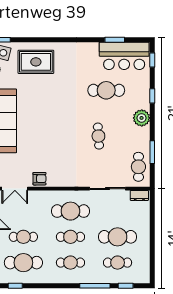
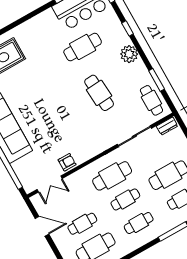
cafe table: (98, 136) -> (99, 93), width x1.37, depth x1.35

